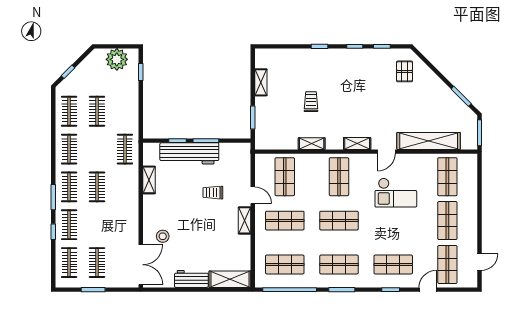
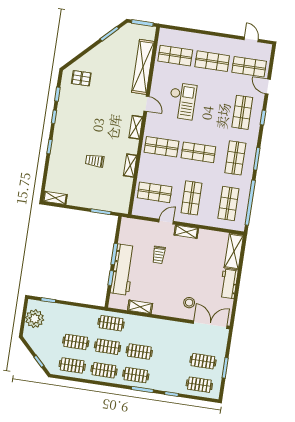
shelving: (261, 82) -> (55, 198), moved
shop shelf: (339, 221) -> (198, 152), turned 90
clothes rail: (69, 225) -> (108, 347), moved

